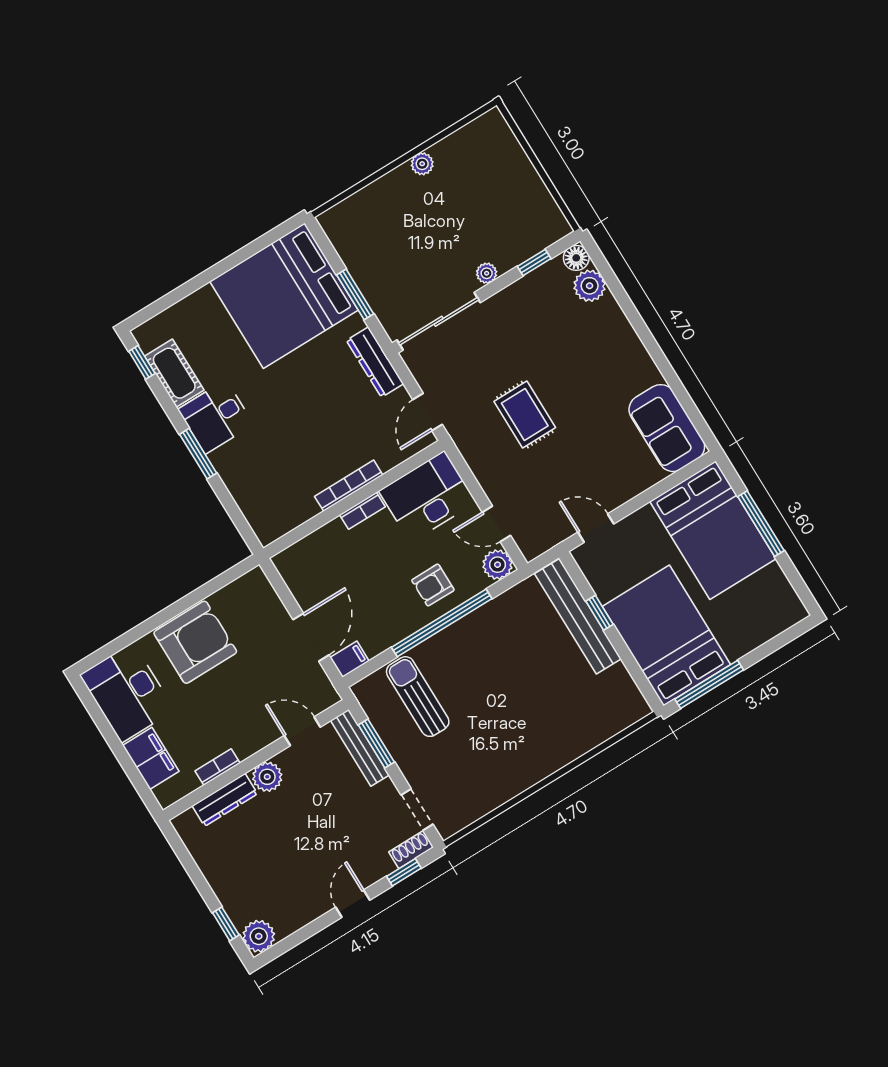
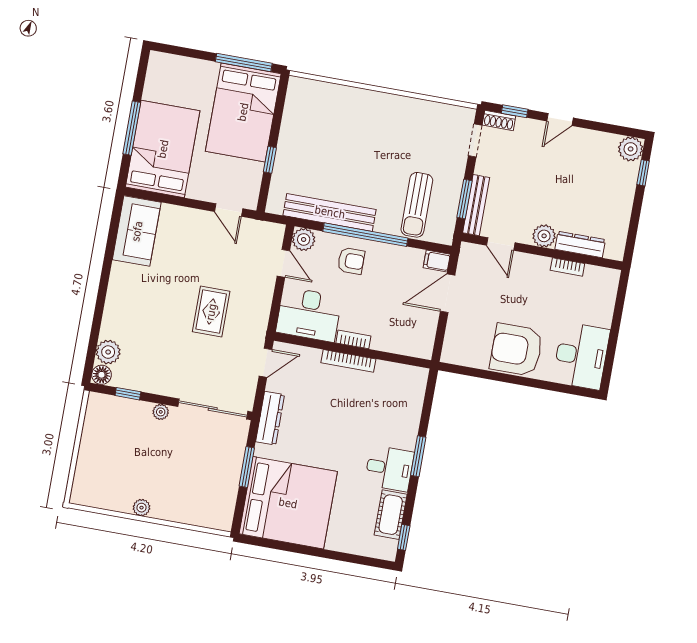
bench: (578, 616) -> (330, 212), moved, turned 90
filing cabinet: (151, 758) -> (601, 306), removed

